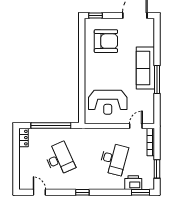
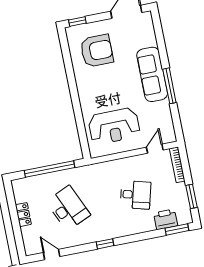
locker: (23, 138) -> (23, 215), moved
desk: (114, 159) -> (135, 195), width x0.73

